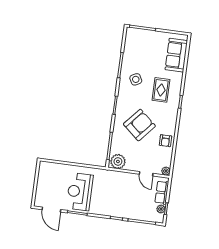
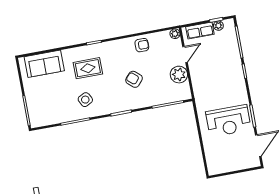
armchair: (139, 125) -> (134, 79), width x0.53, depth x0.53
plant: (118, 162) -> (179, 75), moved

